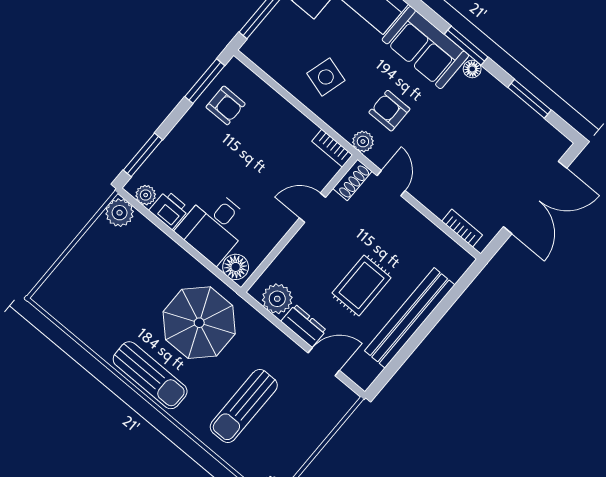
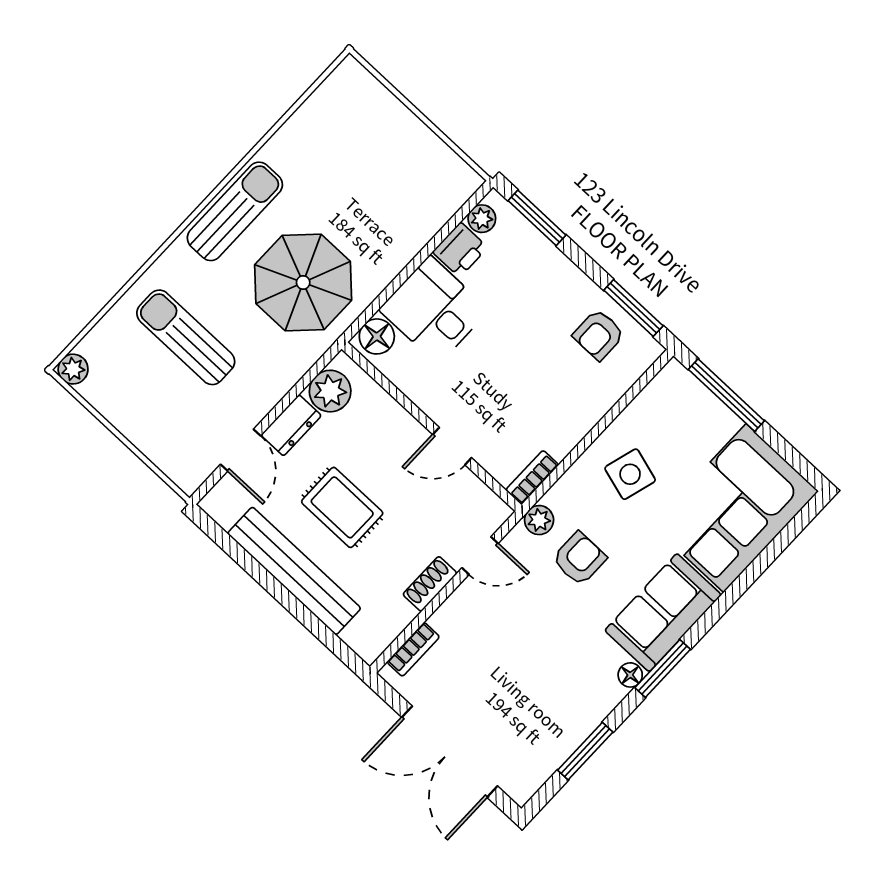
shoe rack: (352, 180) -> (430, 584), moved, turned 90
door: (313, 208) -> (452, 446), swing flipped
plant: (120, 213) -> (460, 182), removed
sun lounger: (150, 375) -> (235, 211), turned 180

